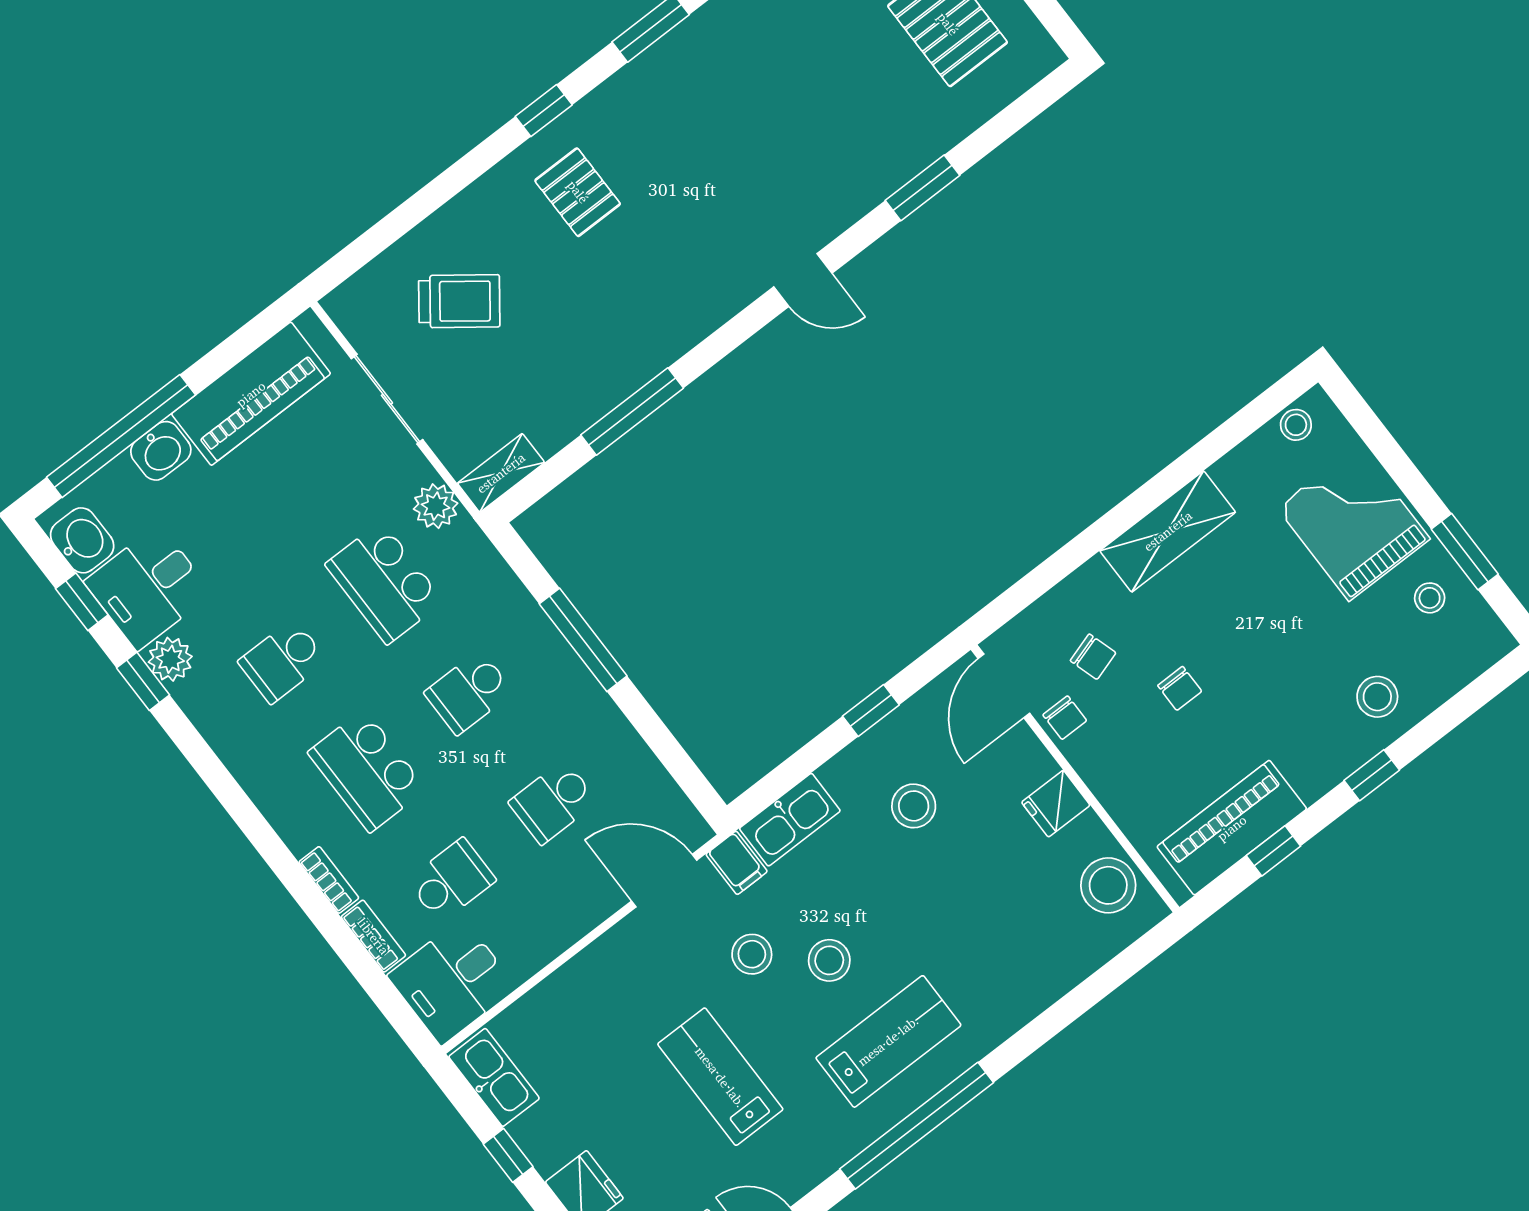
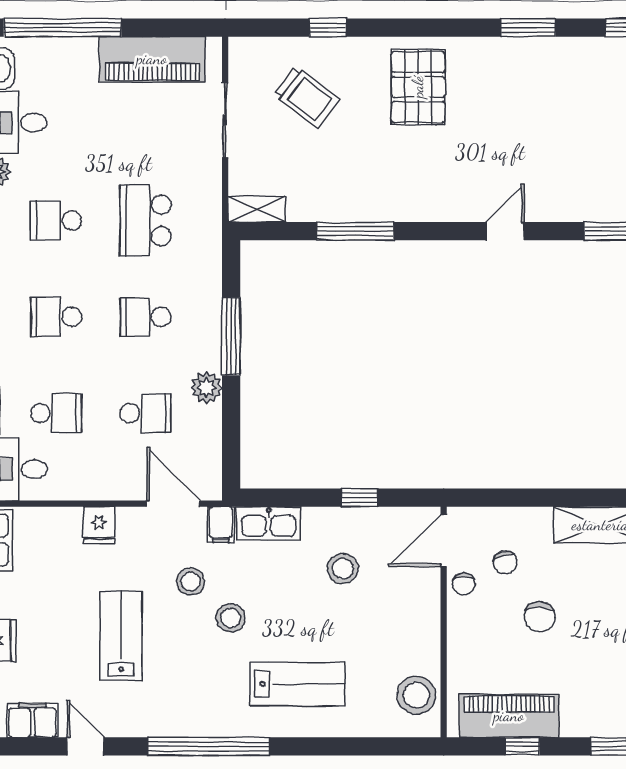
window: (544, 111) -> (328, 28), moved
pallet: (578, 192) -> (418, 87), width x1.50, depth x1.42
door: (803, 280) -> (505, 231), swing flipped
washbasin: (161, 451) -> (78, 53), removed
plant: (436, 506) -> (206, 388), moved
chair: (1180, 688) -> (540, 617), width x1.37, depth x1.37
school desk: (367, 771) -> (56, 317), width x0.54
school desk: (553, 802) -> (145, 413), turned 180
fridge: (1056, 804) -> (99, 525), moved, turned -90
lab bench: (888, 1041) -> (297, 684), moved

